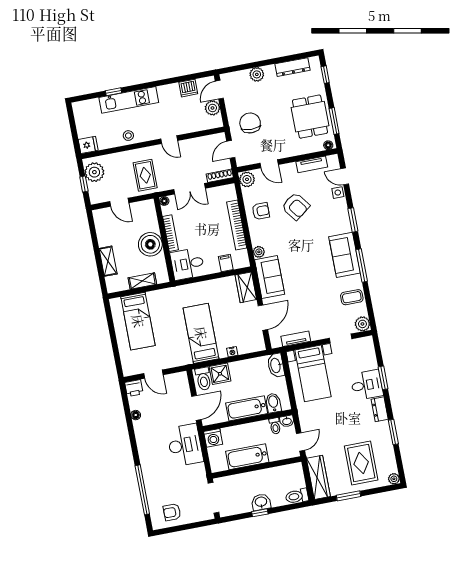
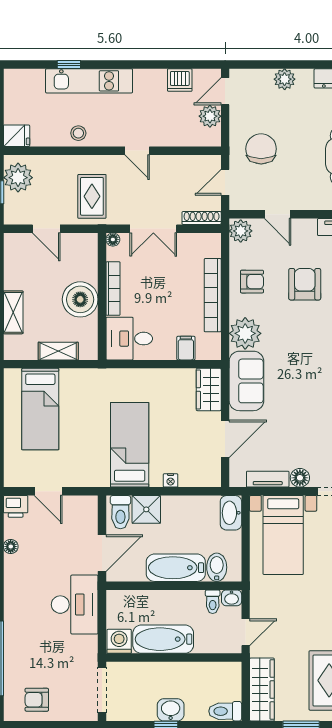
armchair: (296, 206) -> (305, 284), turned -143
plant: (259, 252) -> (245, 333), width x1.88, depth x1.88
floor lamp: (317, 334) -> (300, 478), added
washing machine: (213, 438) -> (119, 641), moved, turned 180

